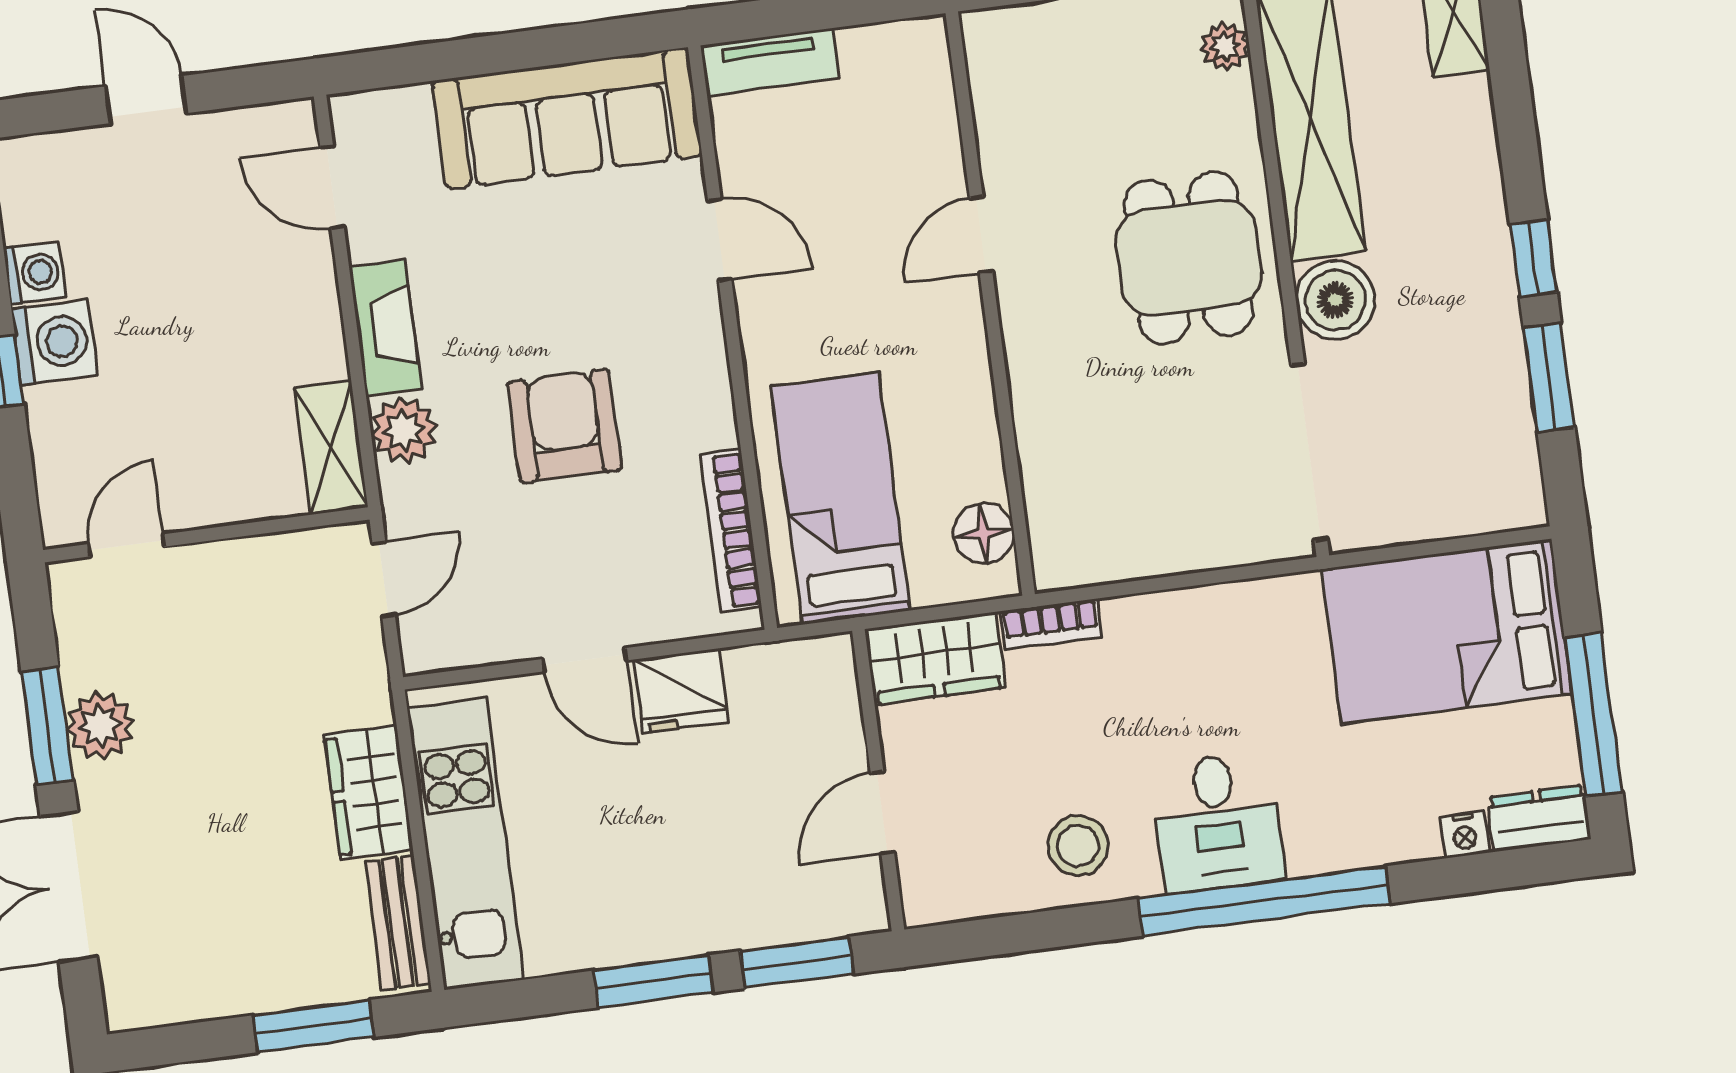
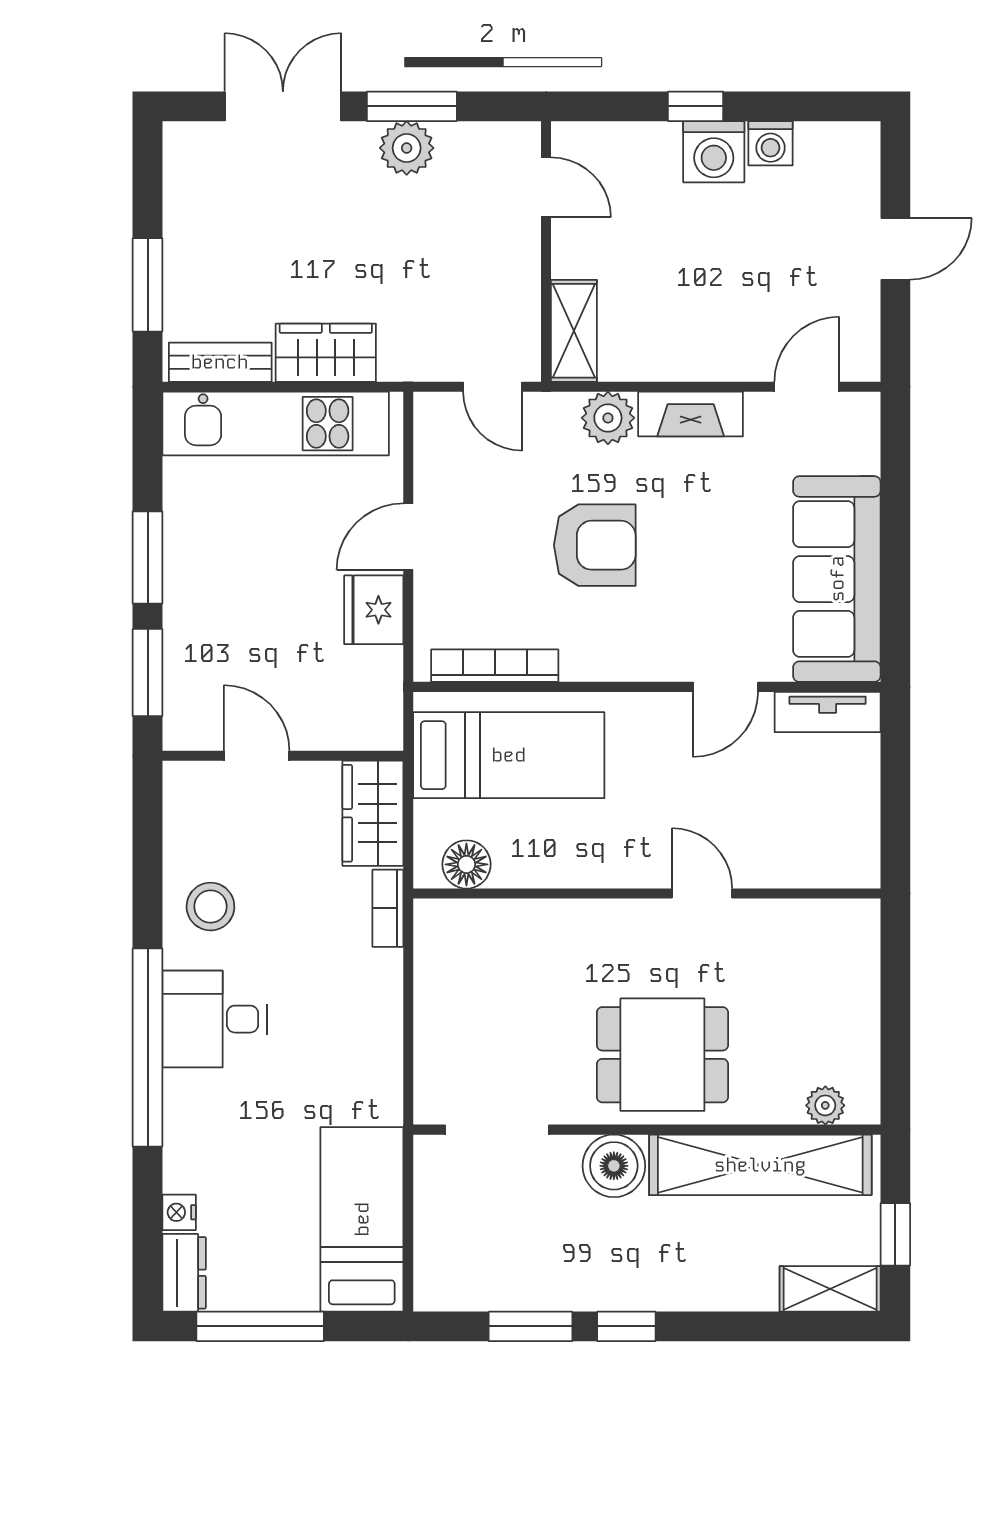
tv unit: (770, 62) -> (828, 712), moved, turned -90
shelving: (331, 447) -> (574, 331), moved, turned 90
doorway: (1309, 452) -> (497, 1130), width x0.73
bed: (1447, 631) -> (362, 1219), width x0.67

